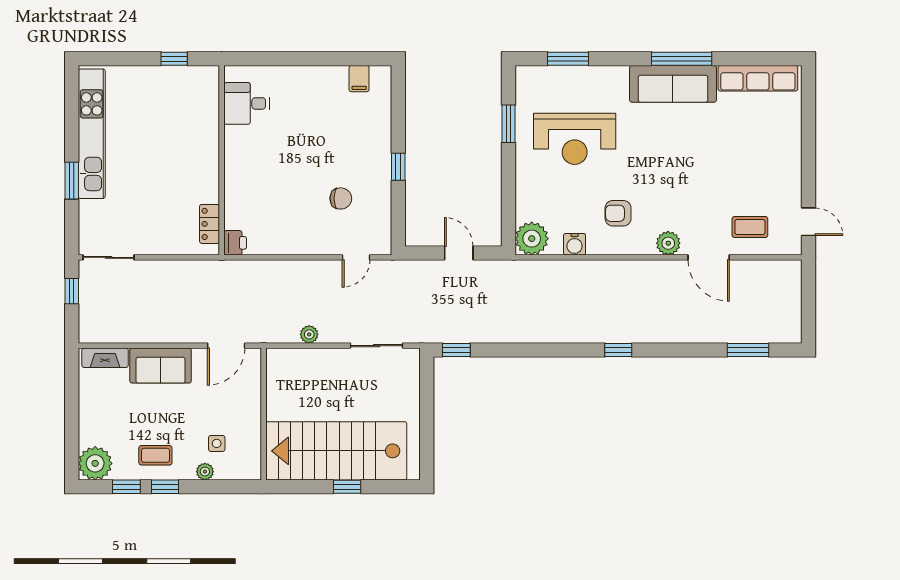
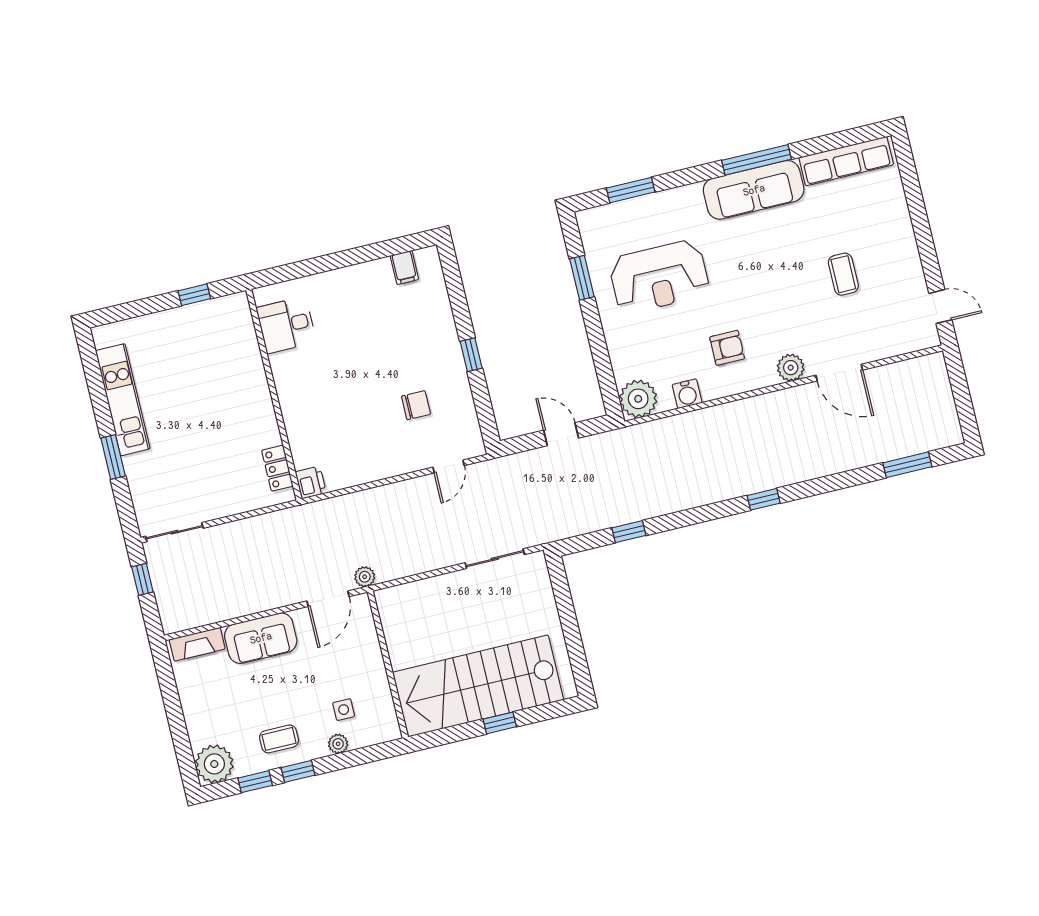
kitchen unit: (92, 134) -> (123, 400), width x0.73
armchair: (618, 213) -> (727, 348), turned 180
coffee table: (750, 227) -> (843, 274), moved, turned 90
plant: (309, 334) -> (365, 577), moved
window: (456, 350) -> (629, 532), moved

